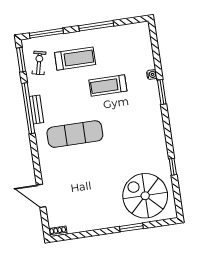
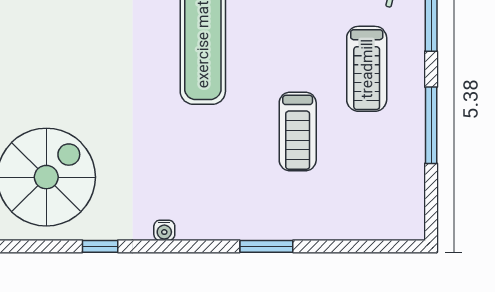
water cooler: (152, 75) -> (164, 230), moved
treadmill: (108, 85) -> (298, 131), turned 180

